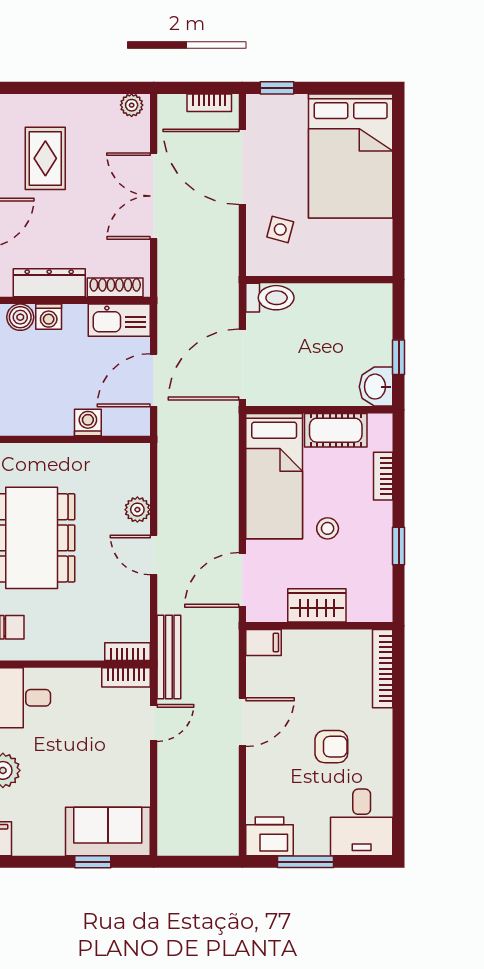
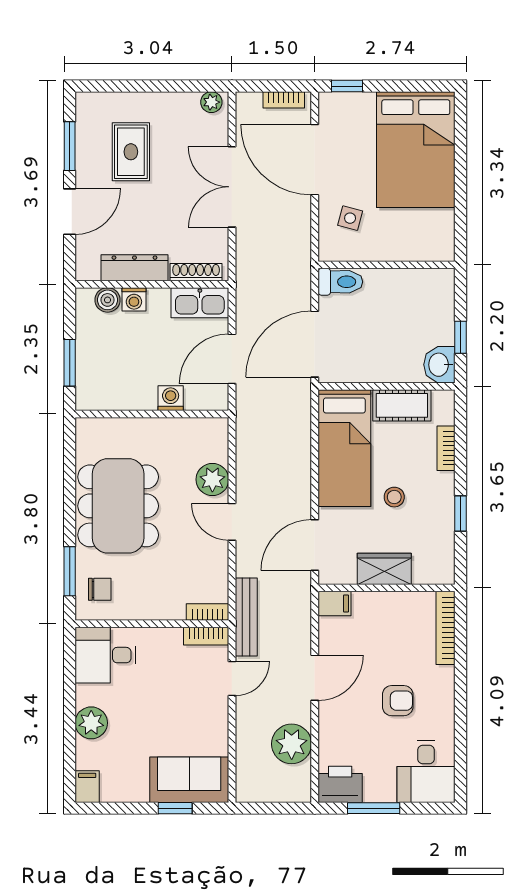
plant: (137, 510) -> (212, 479), width x1.38, depth x1.38
plant: (217, 793) -> (292, 744), added

